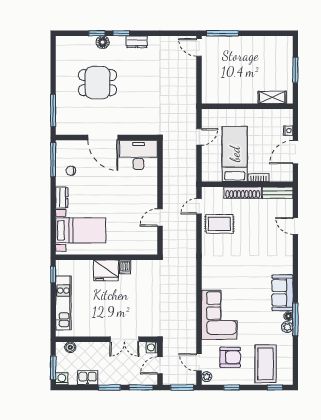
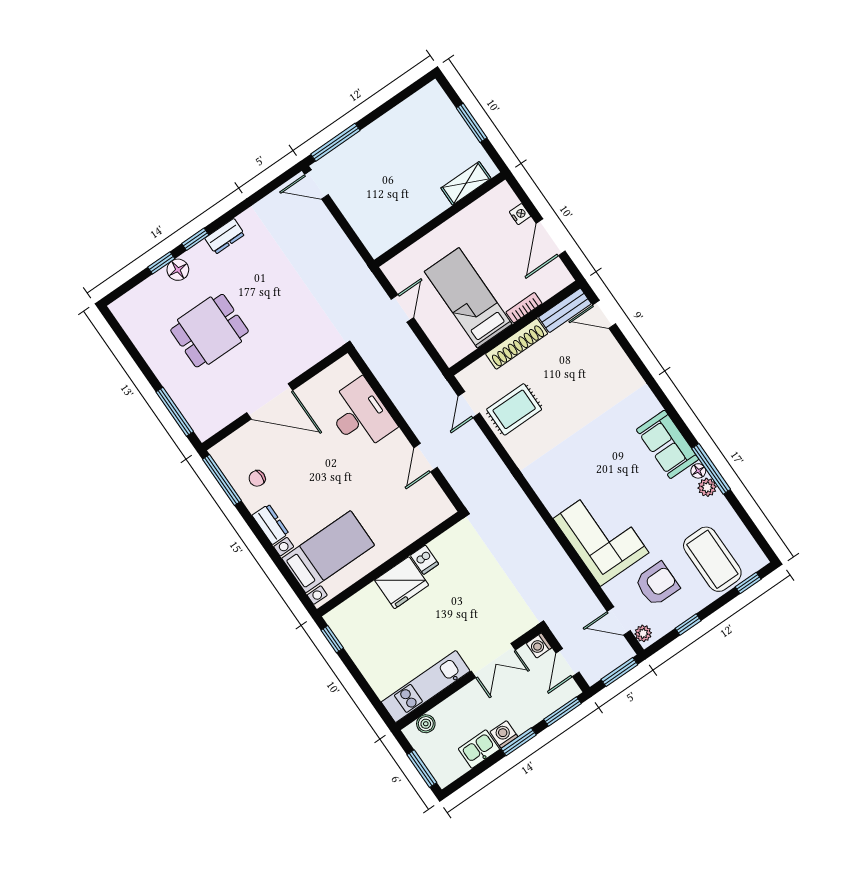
desk: (138, 155) -> (360, 415), moved, turned 90
door: (295, 226) -> (604, 314), moved
kitchen unit: (63, 303) -> (426, 686), moved, turned -90
washing machine: (62, 379) -> (504, 734), moved

